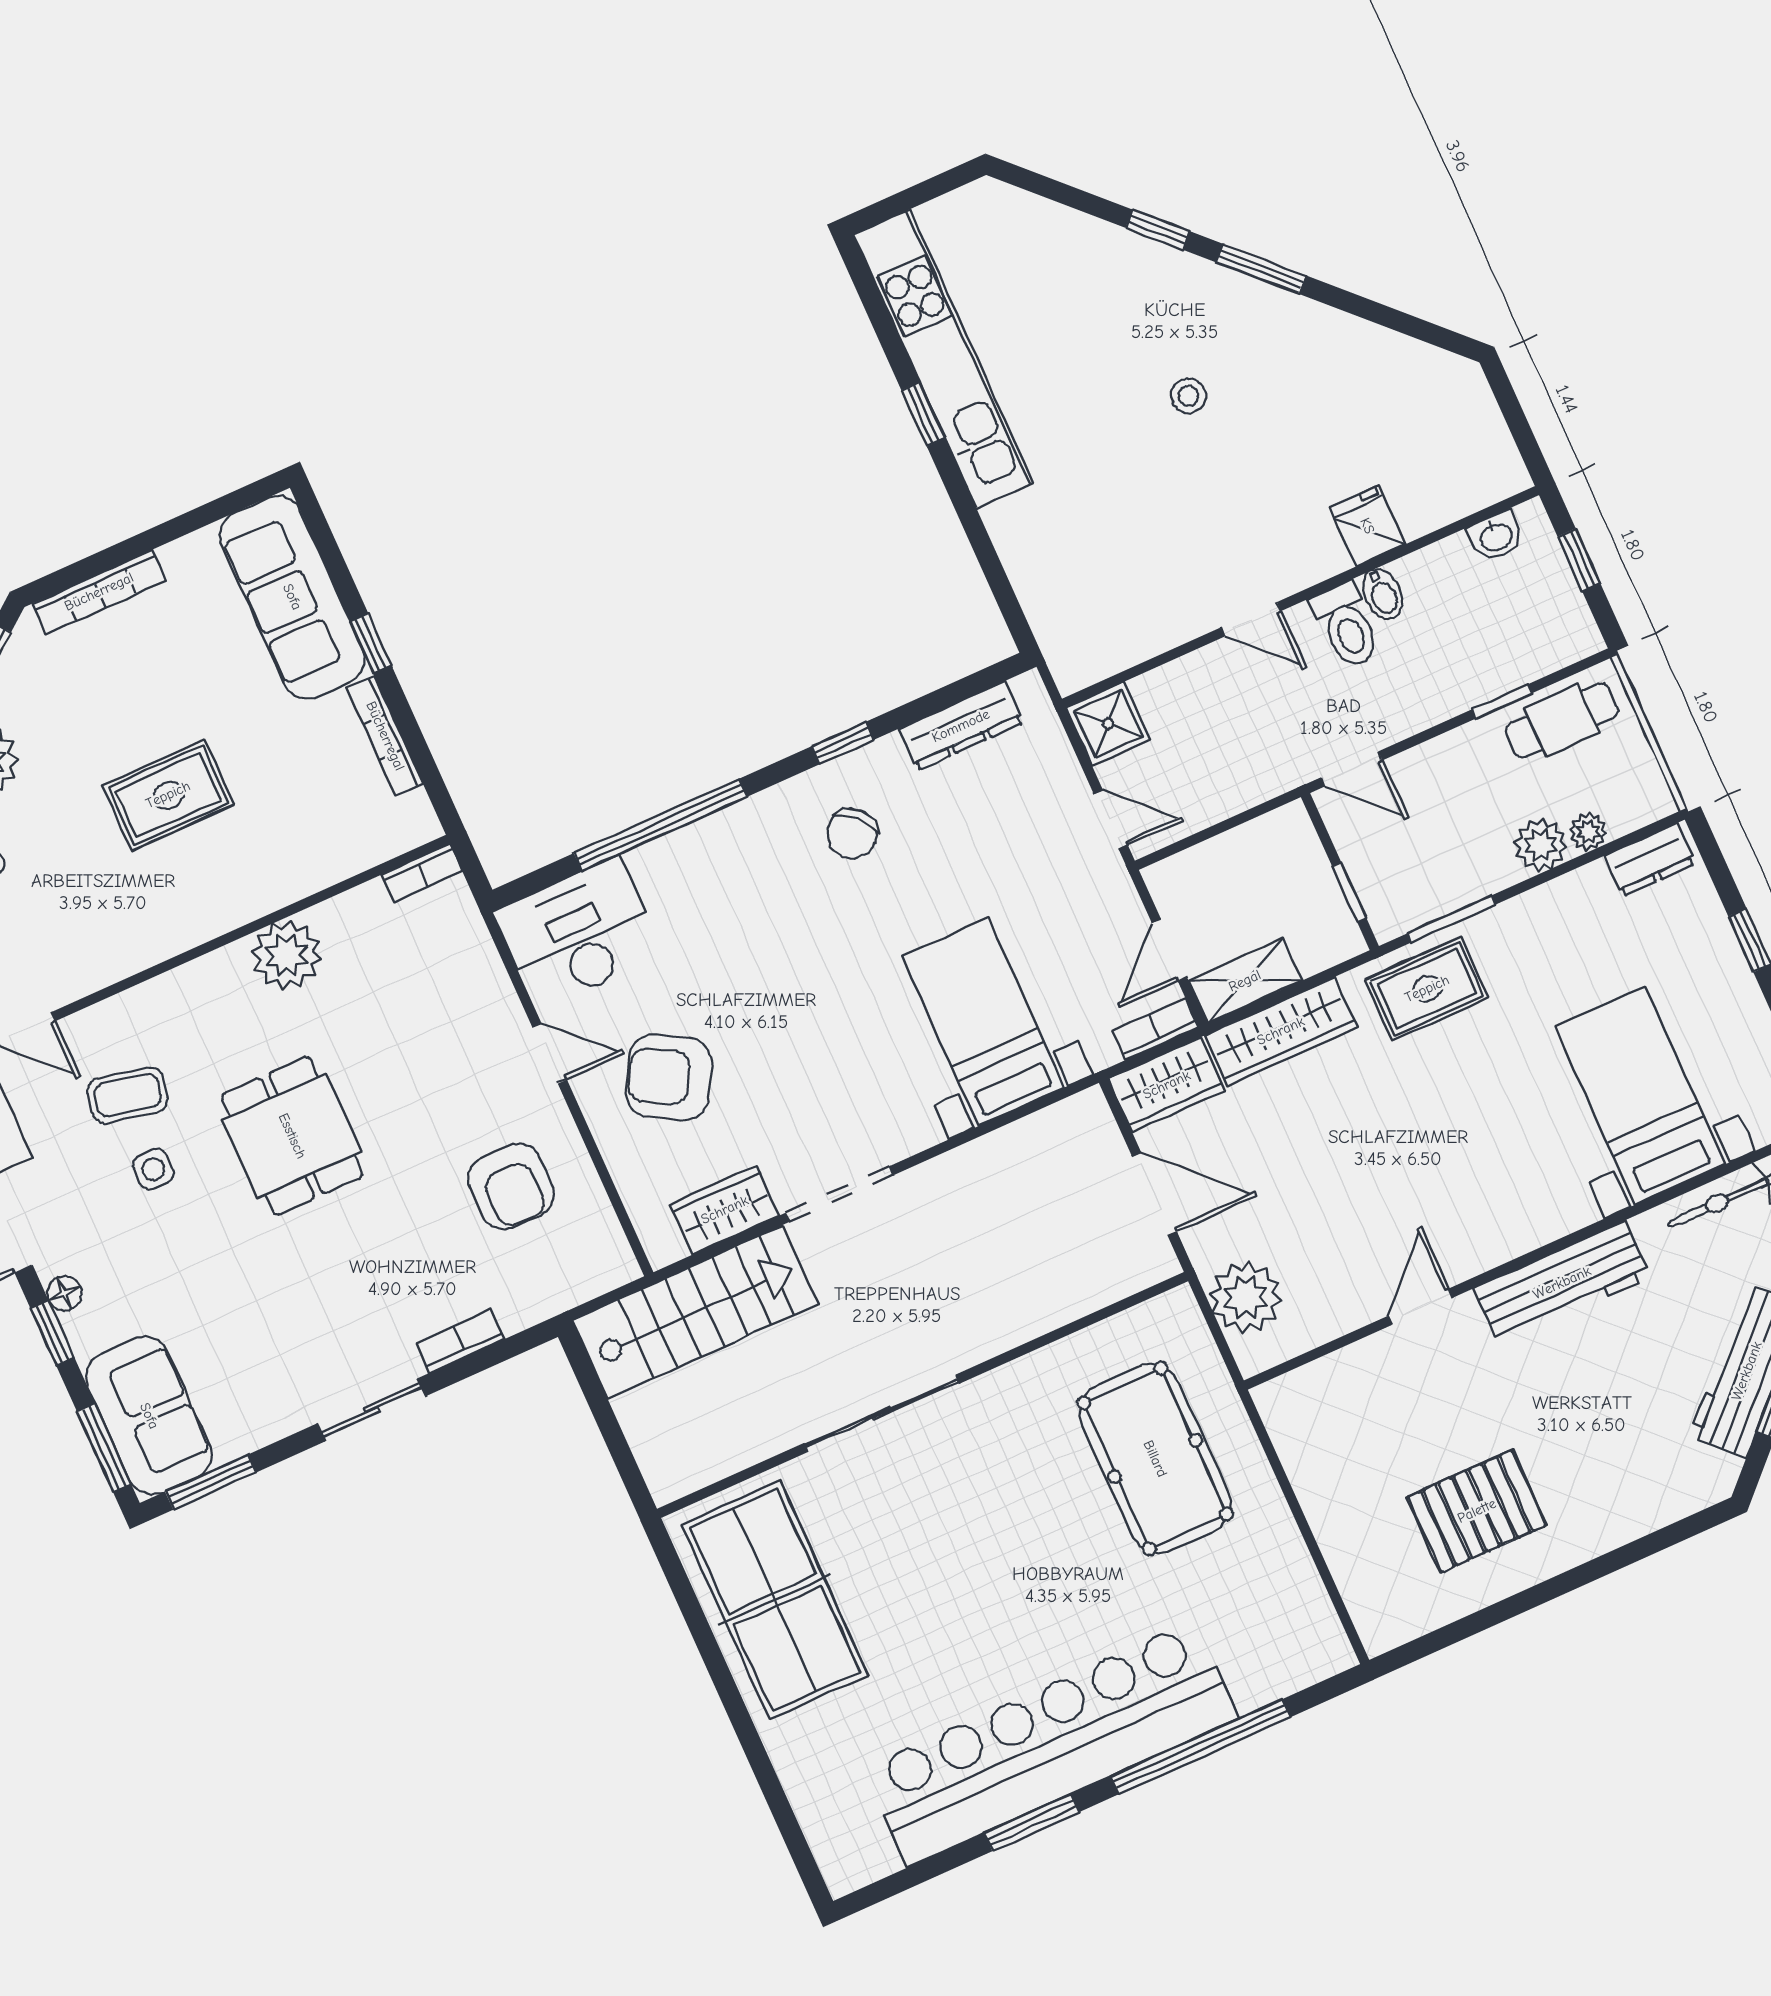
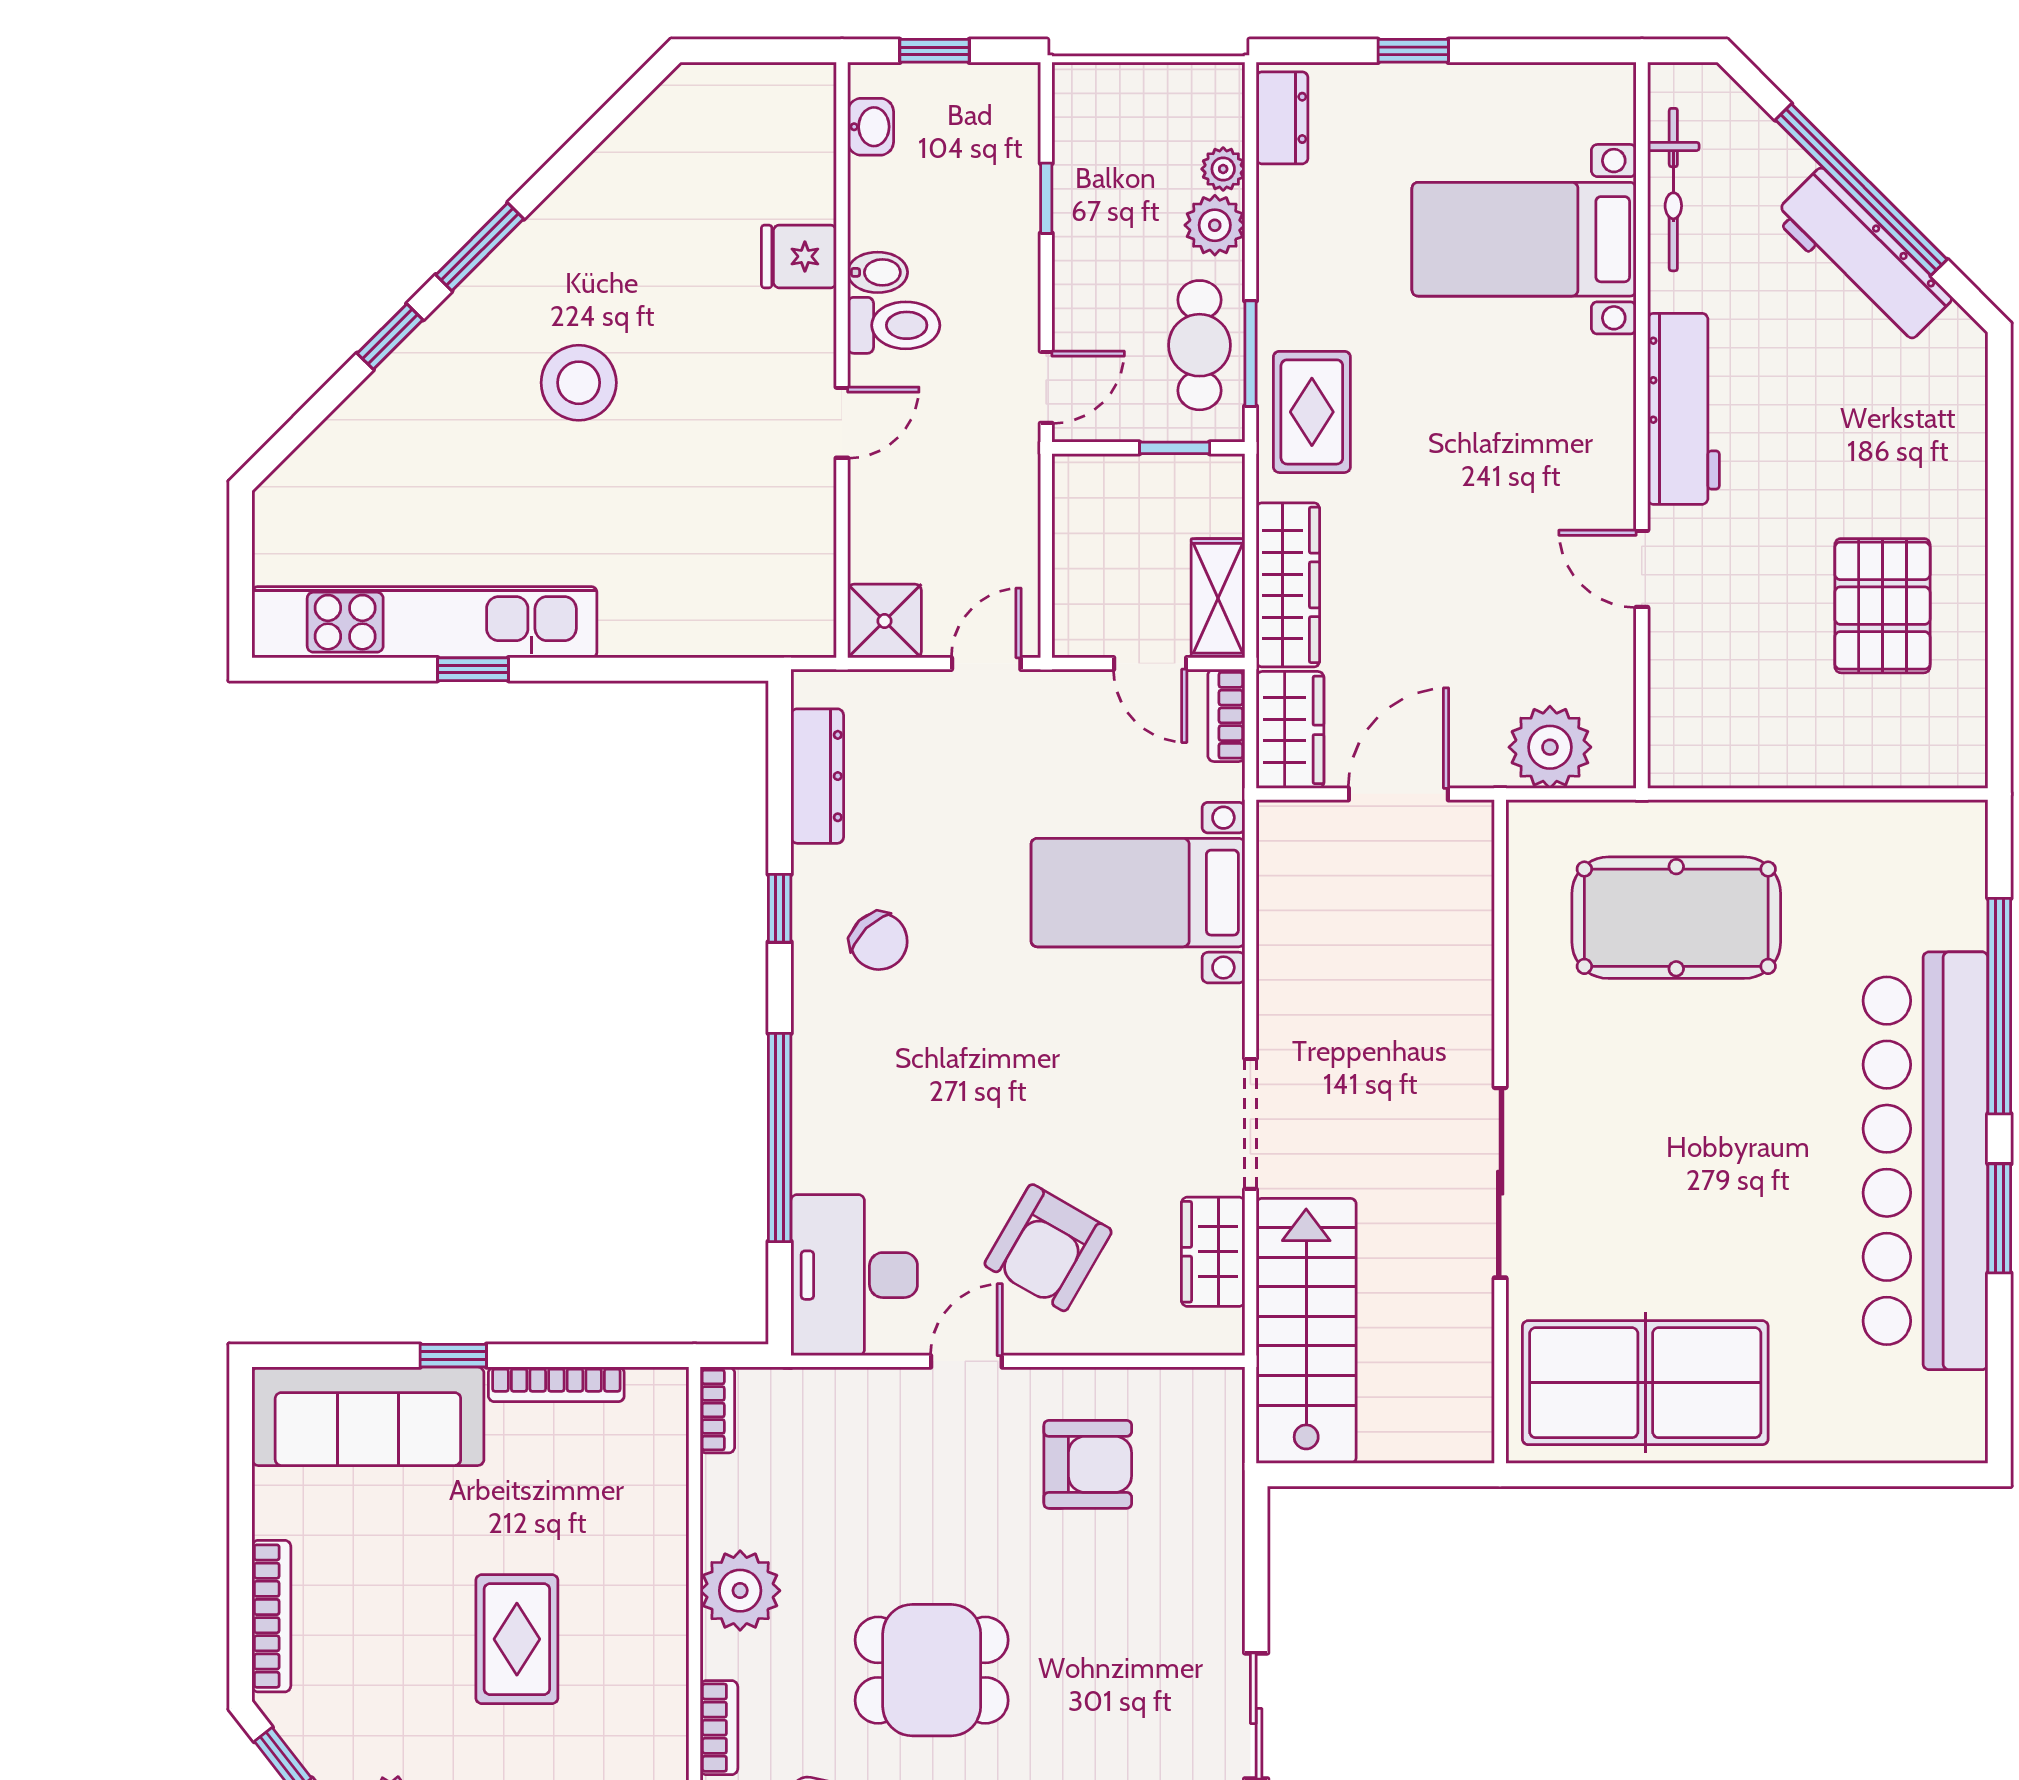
stool: (1188, 396) -> (579, 383), width x1.89, depth x1.89
cafe table: (1562, 721) -> (1199, 345), moved
bookcase: (460, 1341) -> (719, 1728), moved, turned 180

